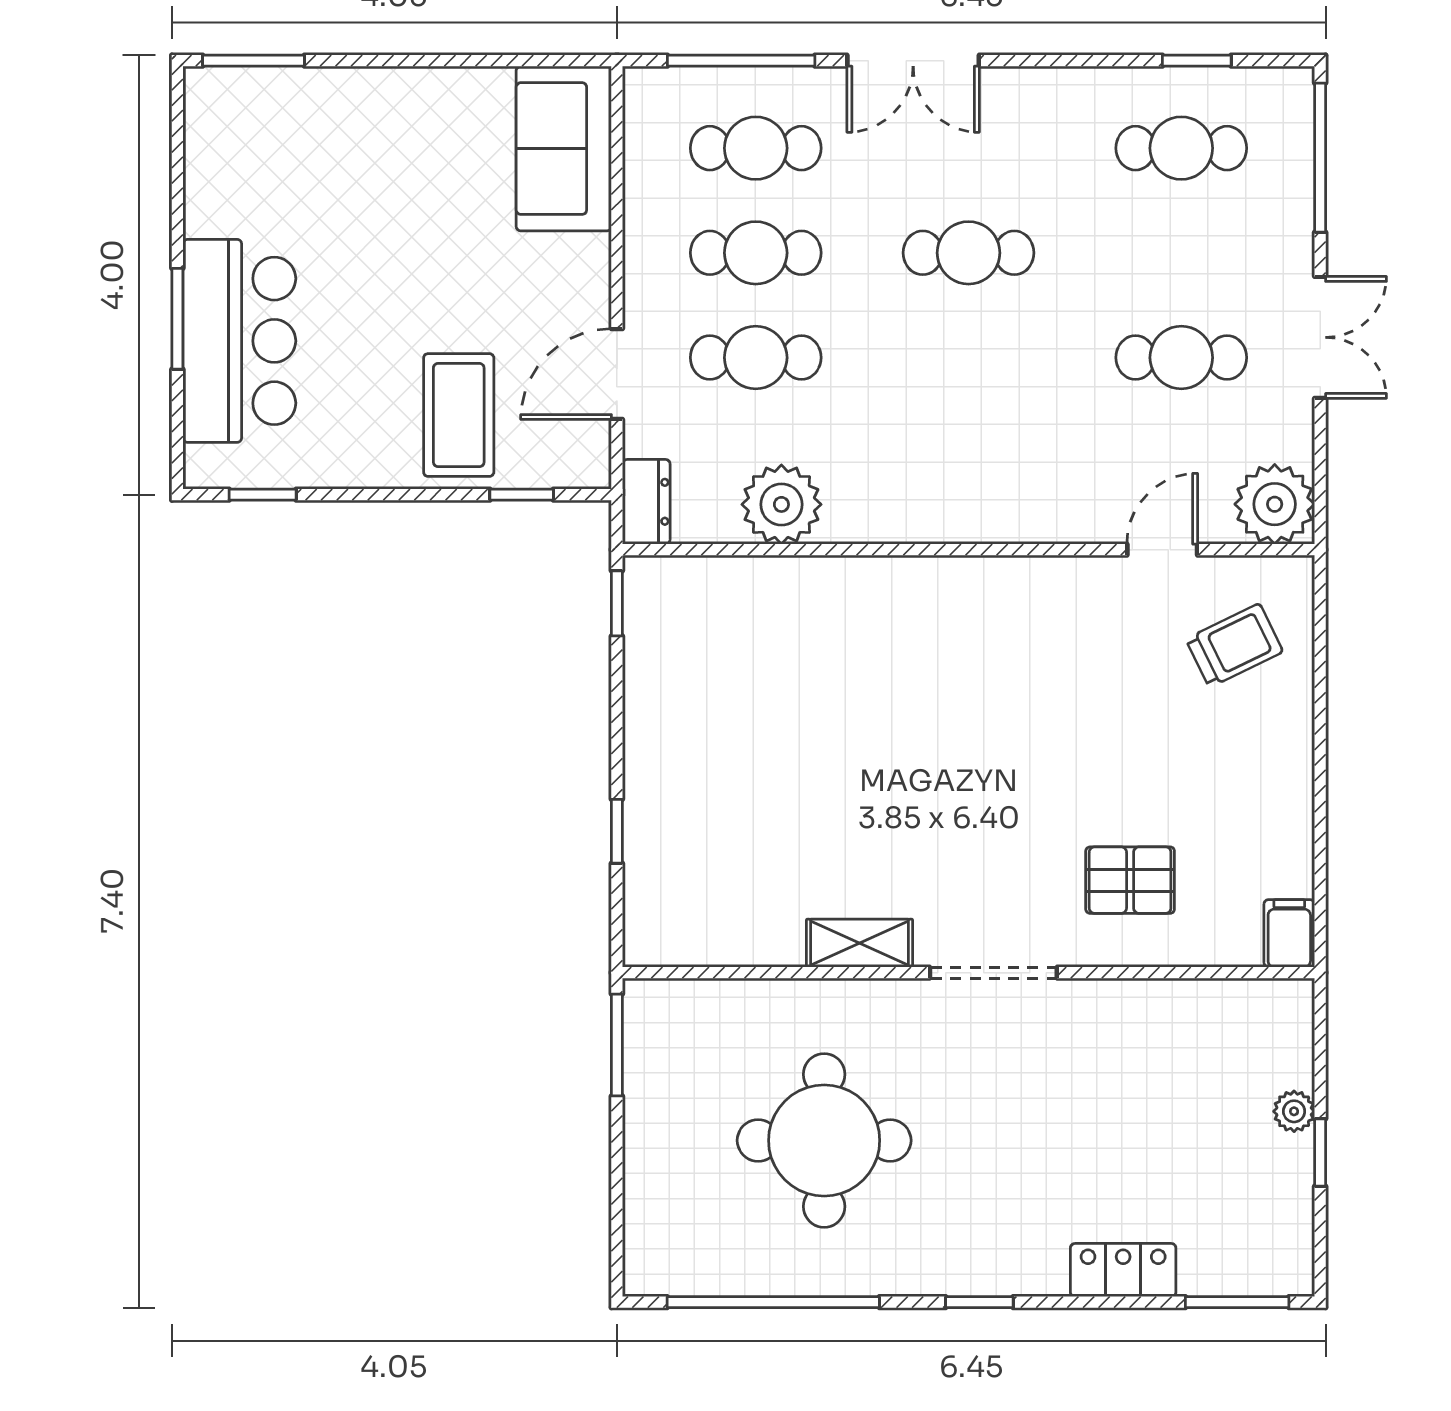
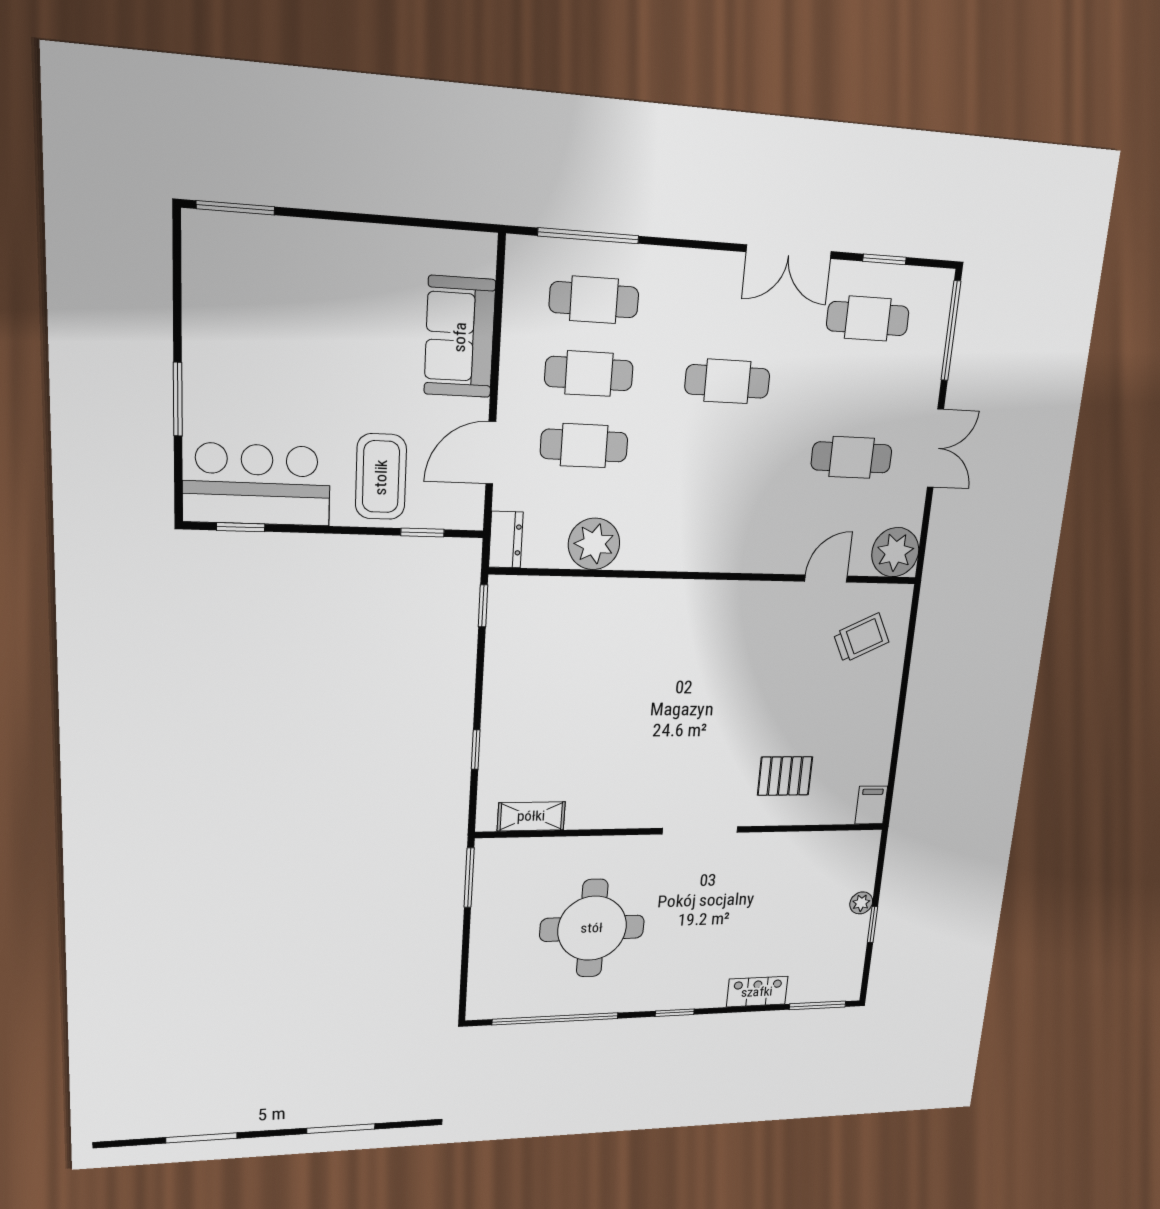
double door: (913, 61) -> (789, 252), moved
sofa: (564, 149) -> (460, 337), moved
bar counter: (239, 341) -> (257, 484), moved, turned -90
shelving: (859, 943) -> (531, 816), moved

